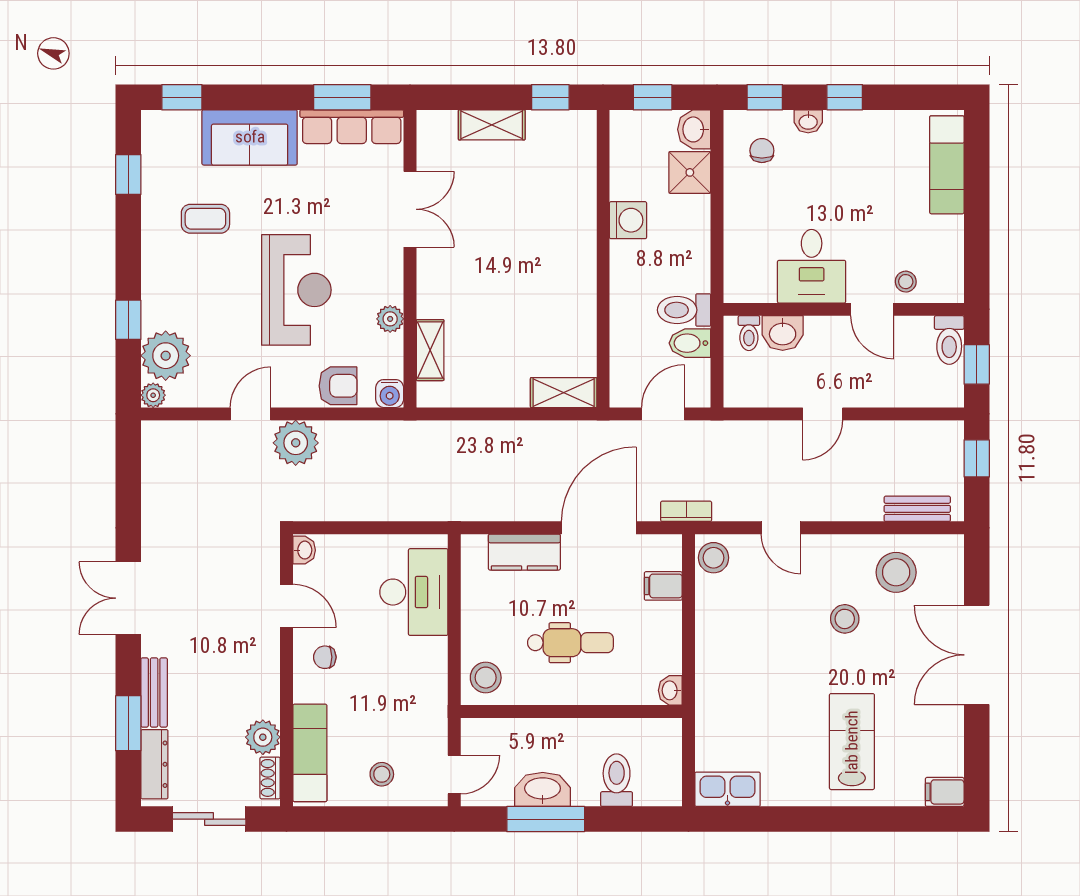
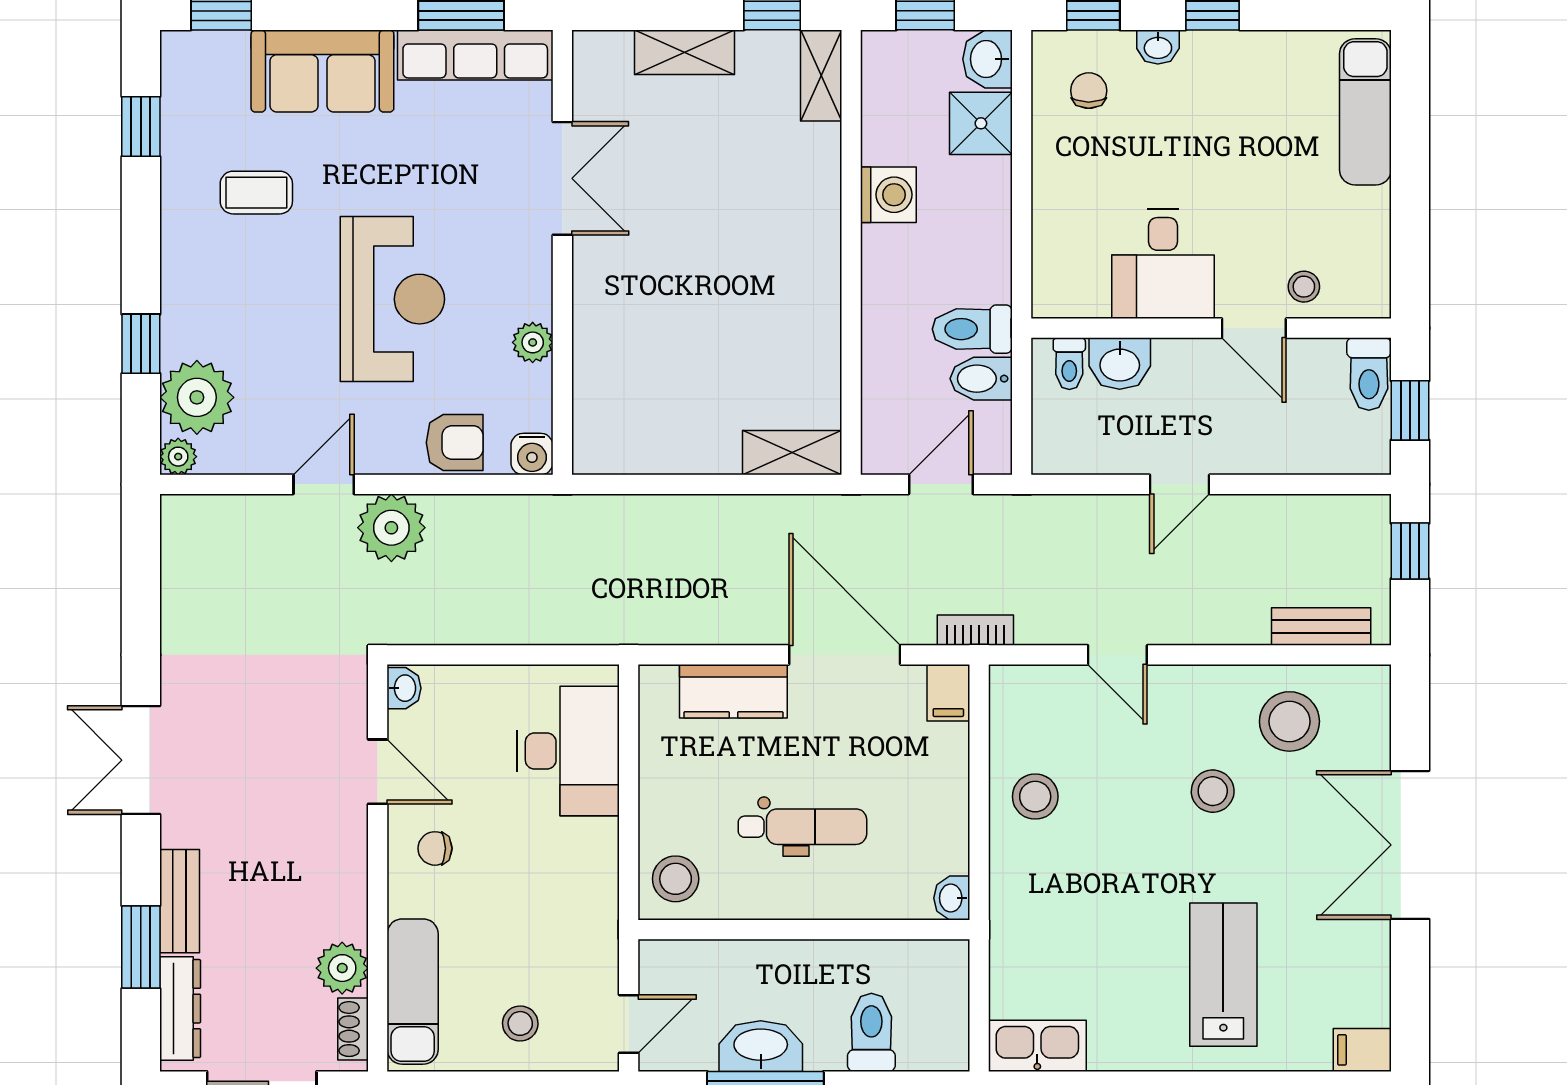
shelving: (430, 350) -> (821, 75), moved
door: (599, 528) -> (845, 655), hinge flipped
stool: (714, 558) -> (1035, 797), moved
filing cabinet: (663, 586) -> (948, 693), moved, turned -90

